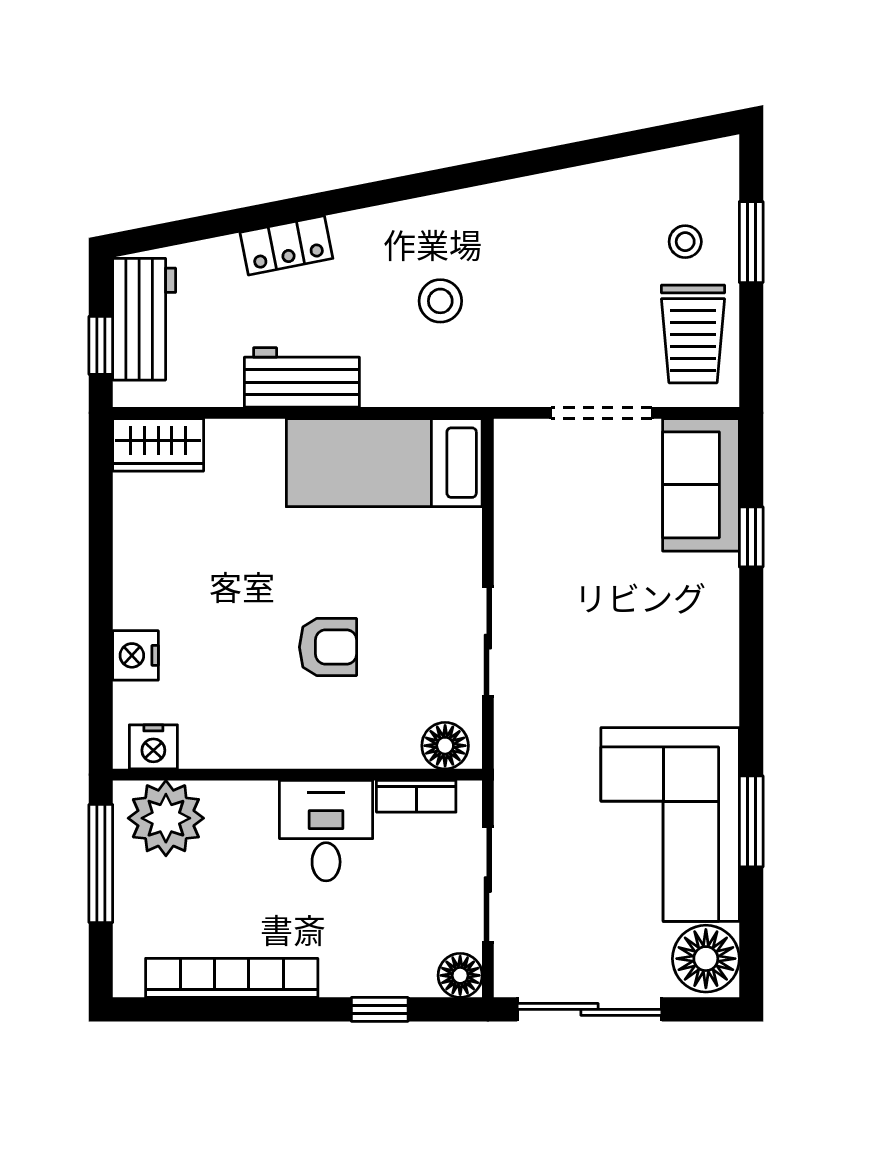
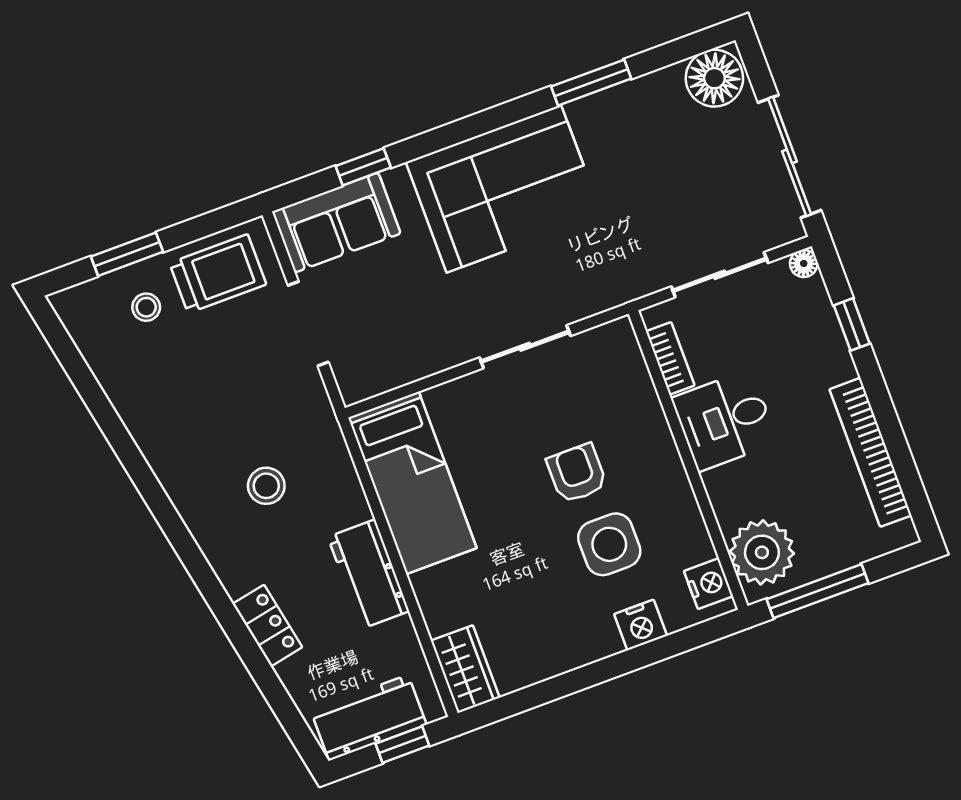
side table: (237, 654) -> (609, 544), added
floor lamp: (445, 746) -> (621, 350), removed
corner sofa: (670, 824) -> (504, 189), moved
floor lamp: (460, 975) -> (804, 263), width x0.73, depth x0.73

